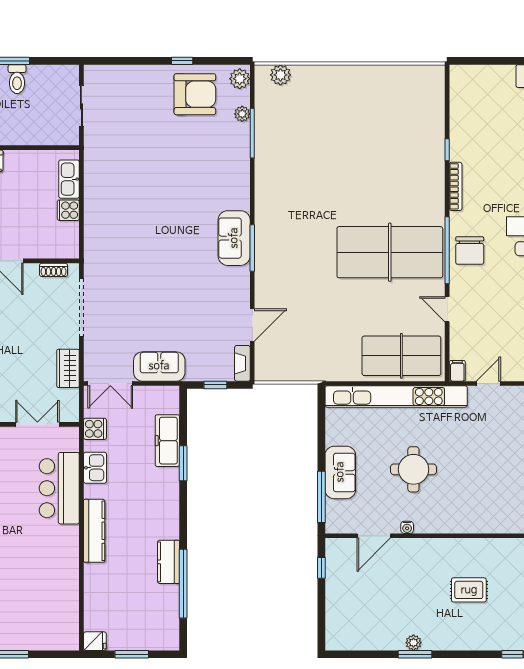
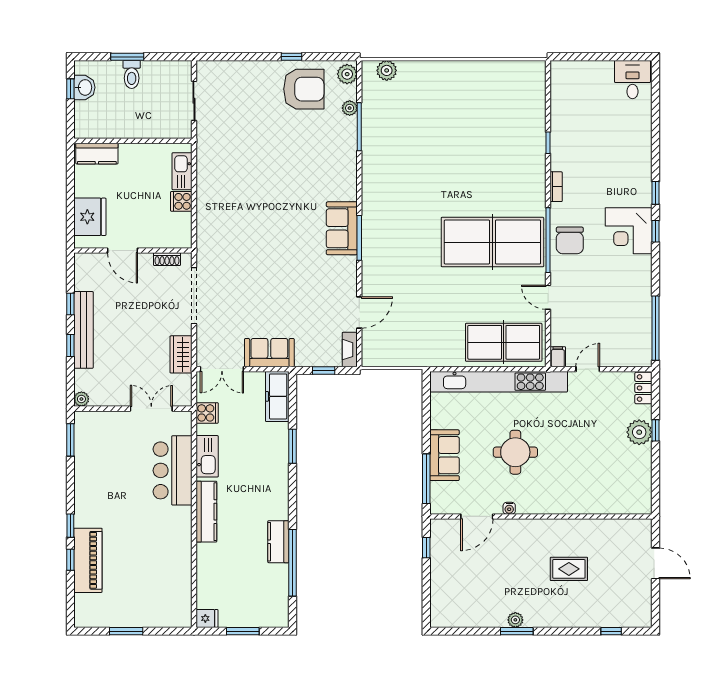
bookcase: (456, 186) -> (556, 187), width x0.64
freezer: (167, 441) -> (277, 396), moved
kitchen sink: (95, 468) -> (207, 456), width x1.38

